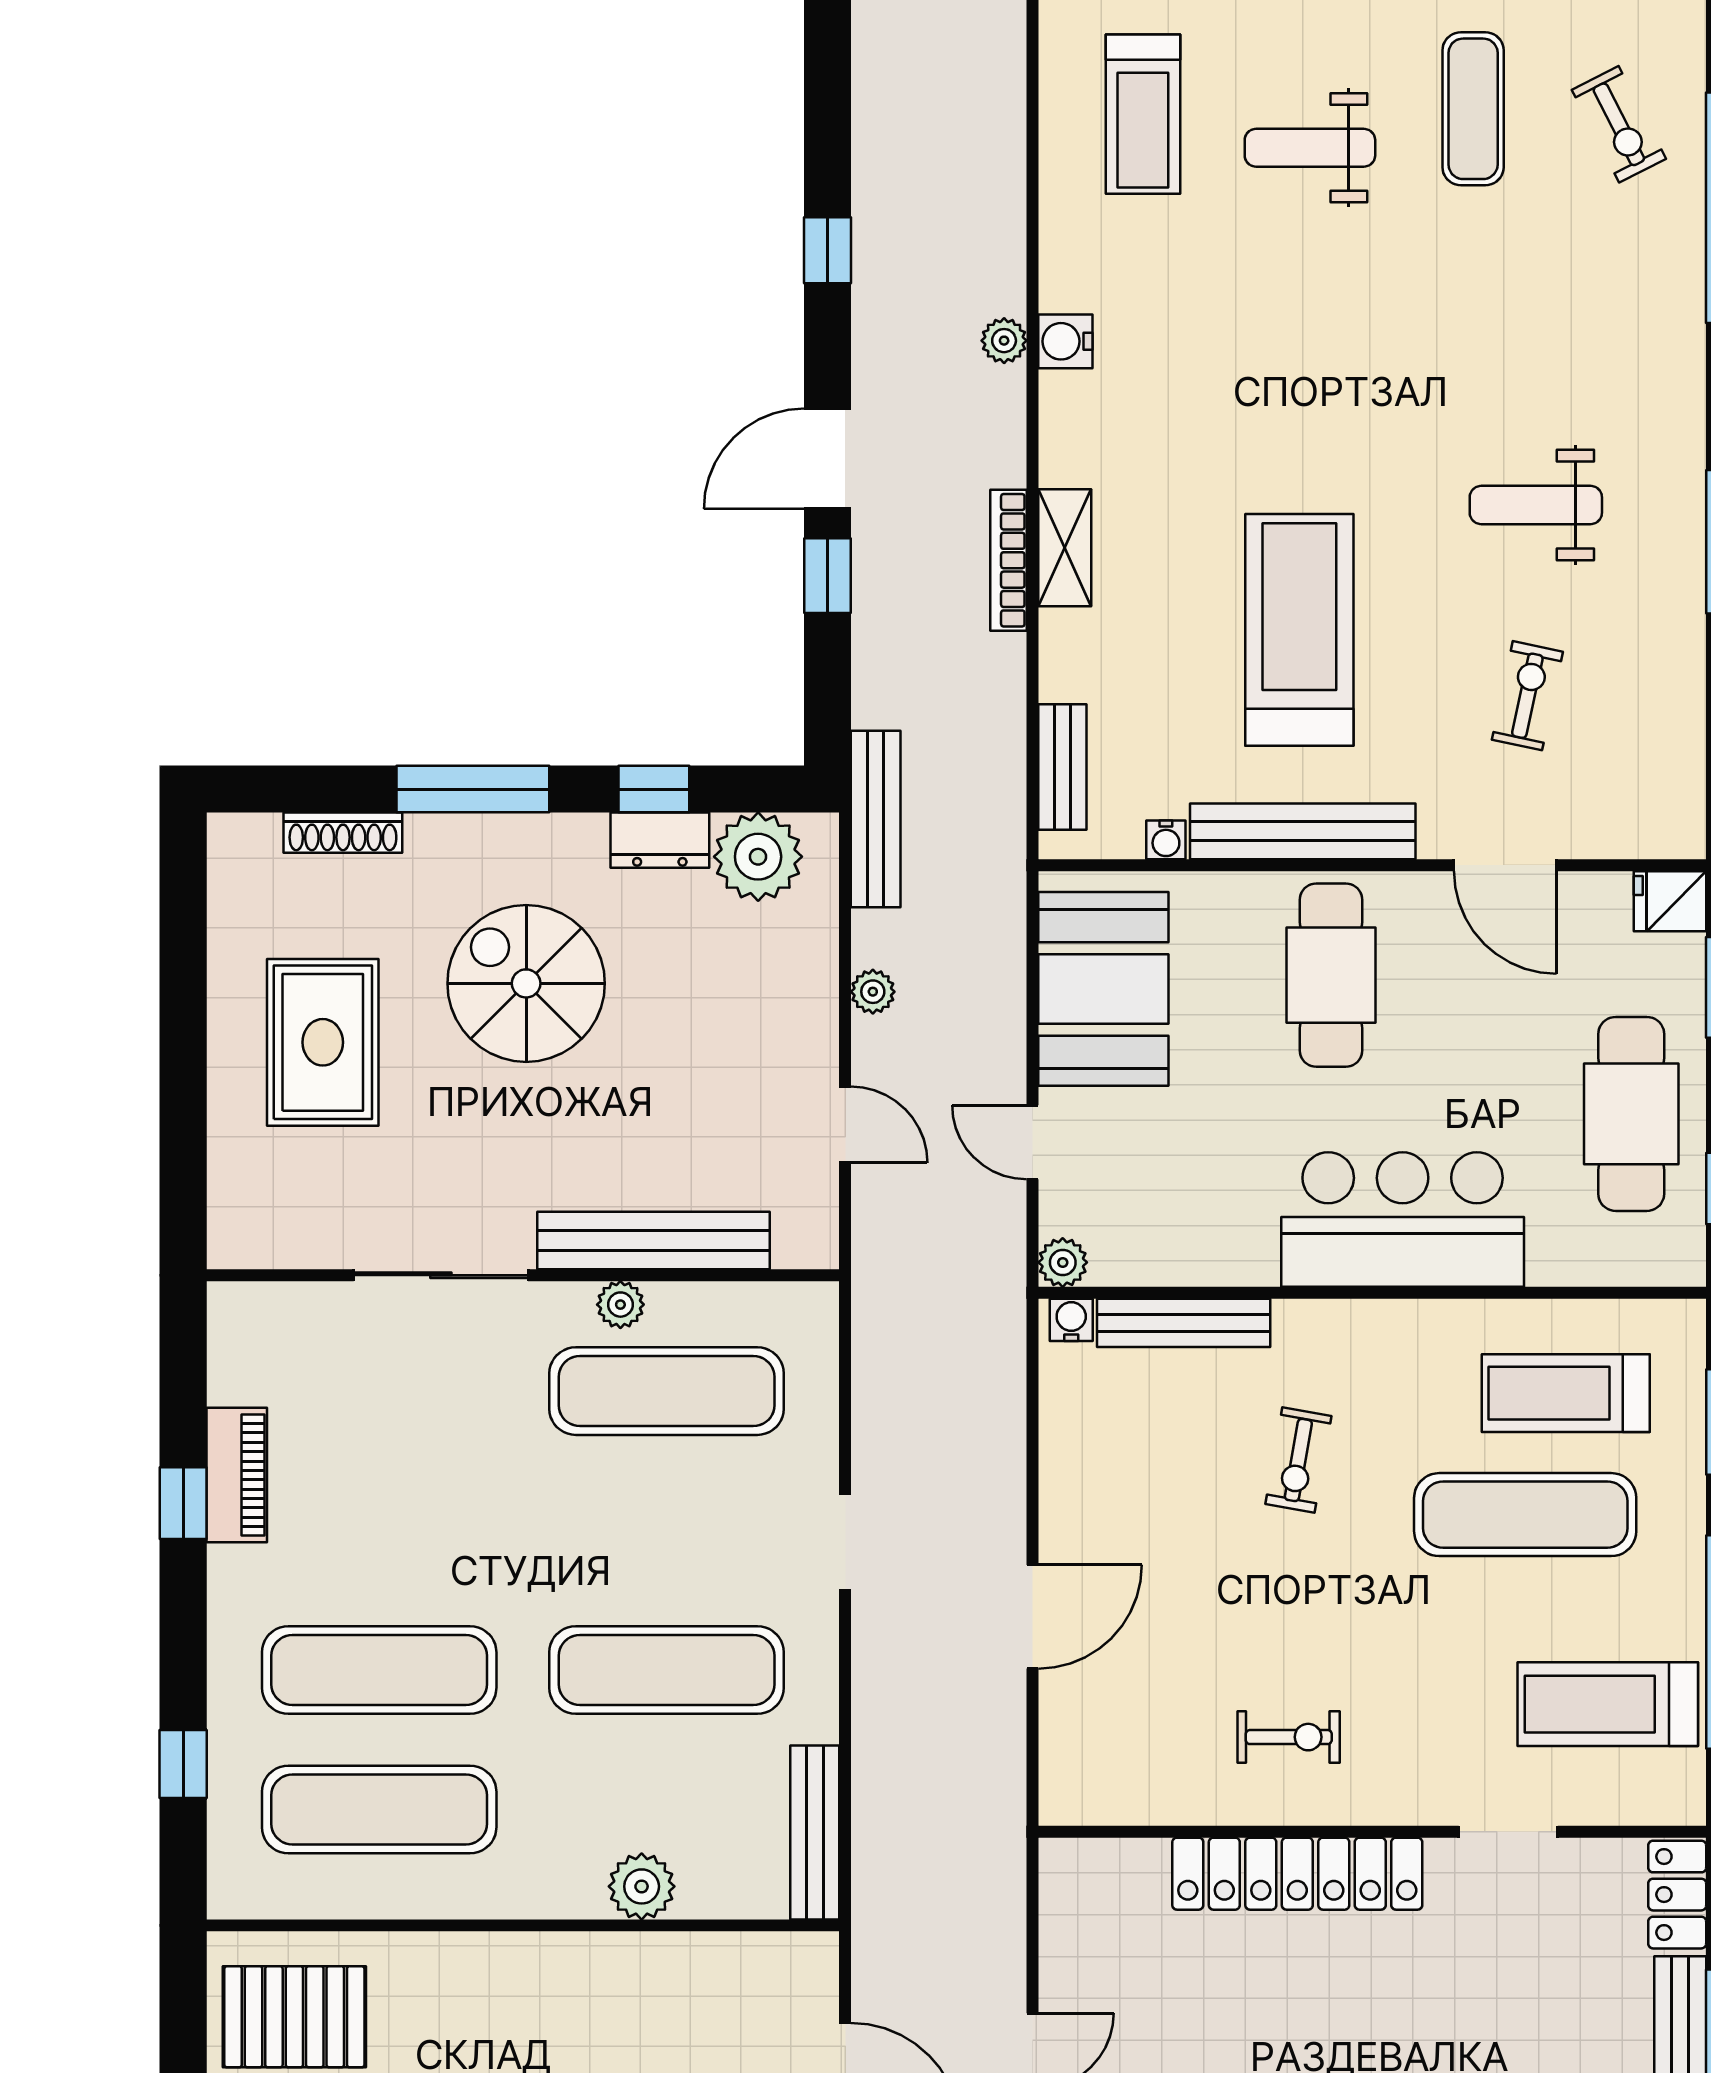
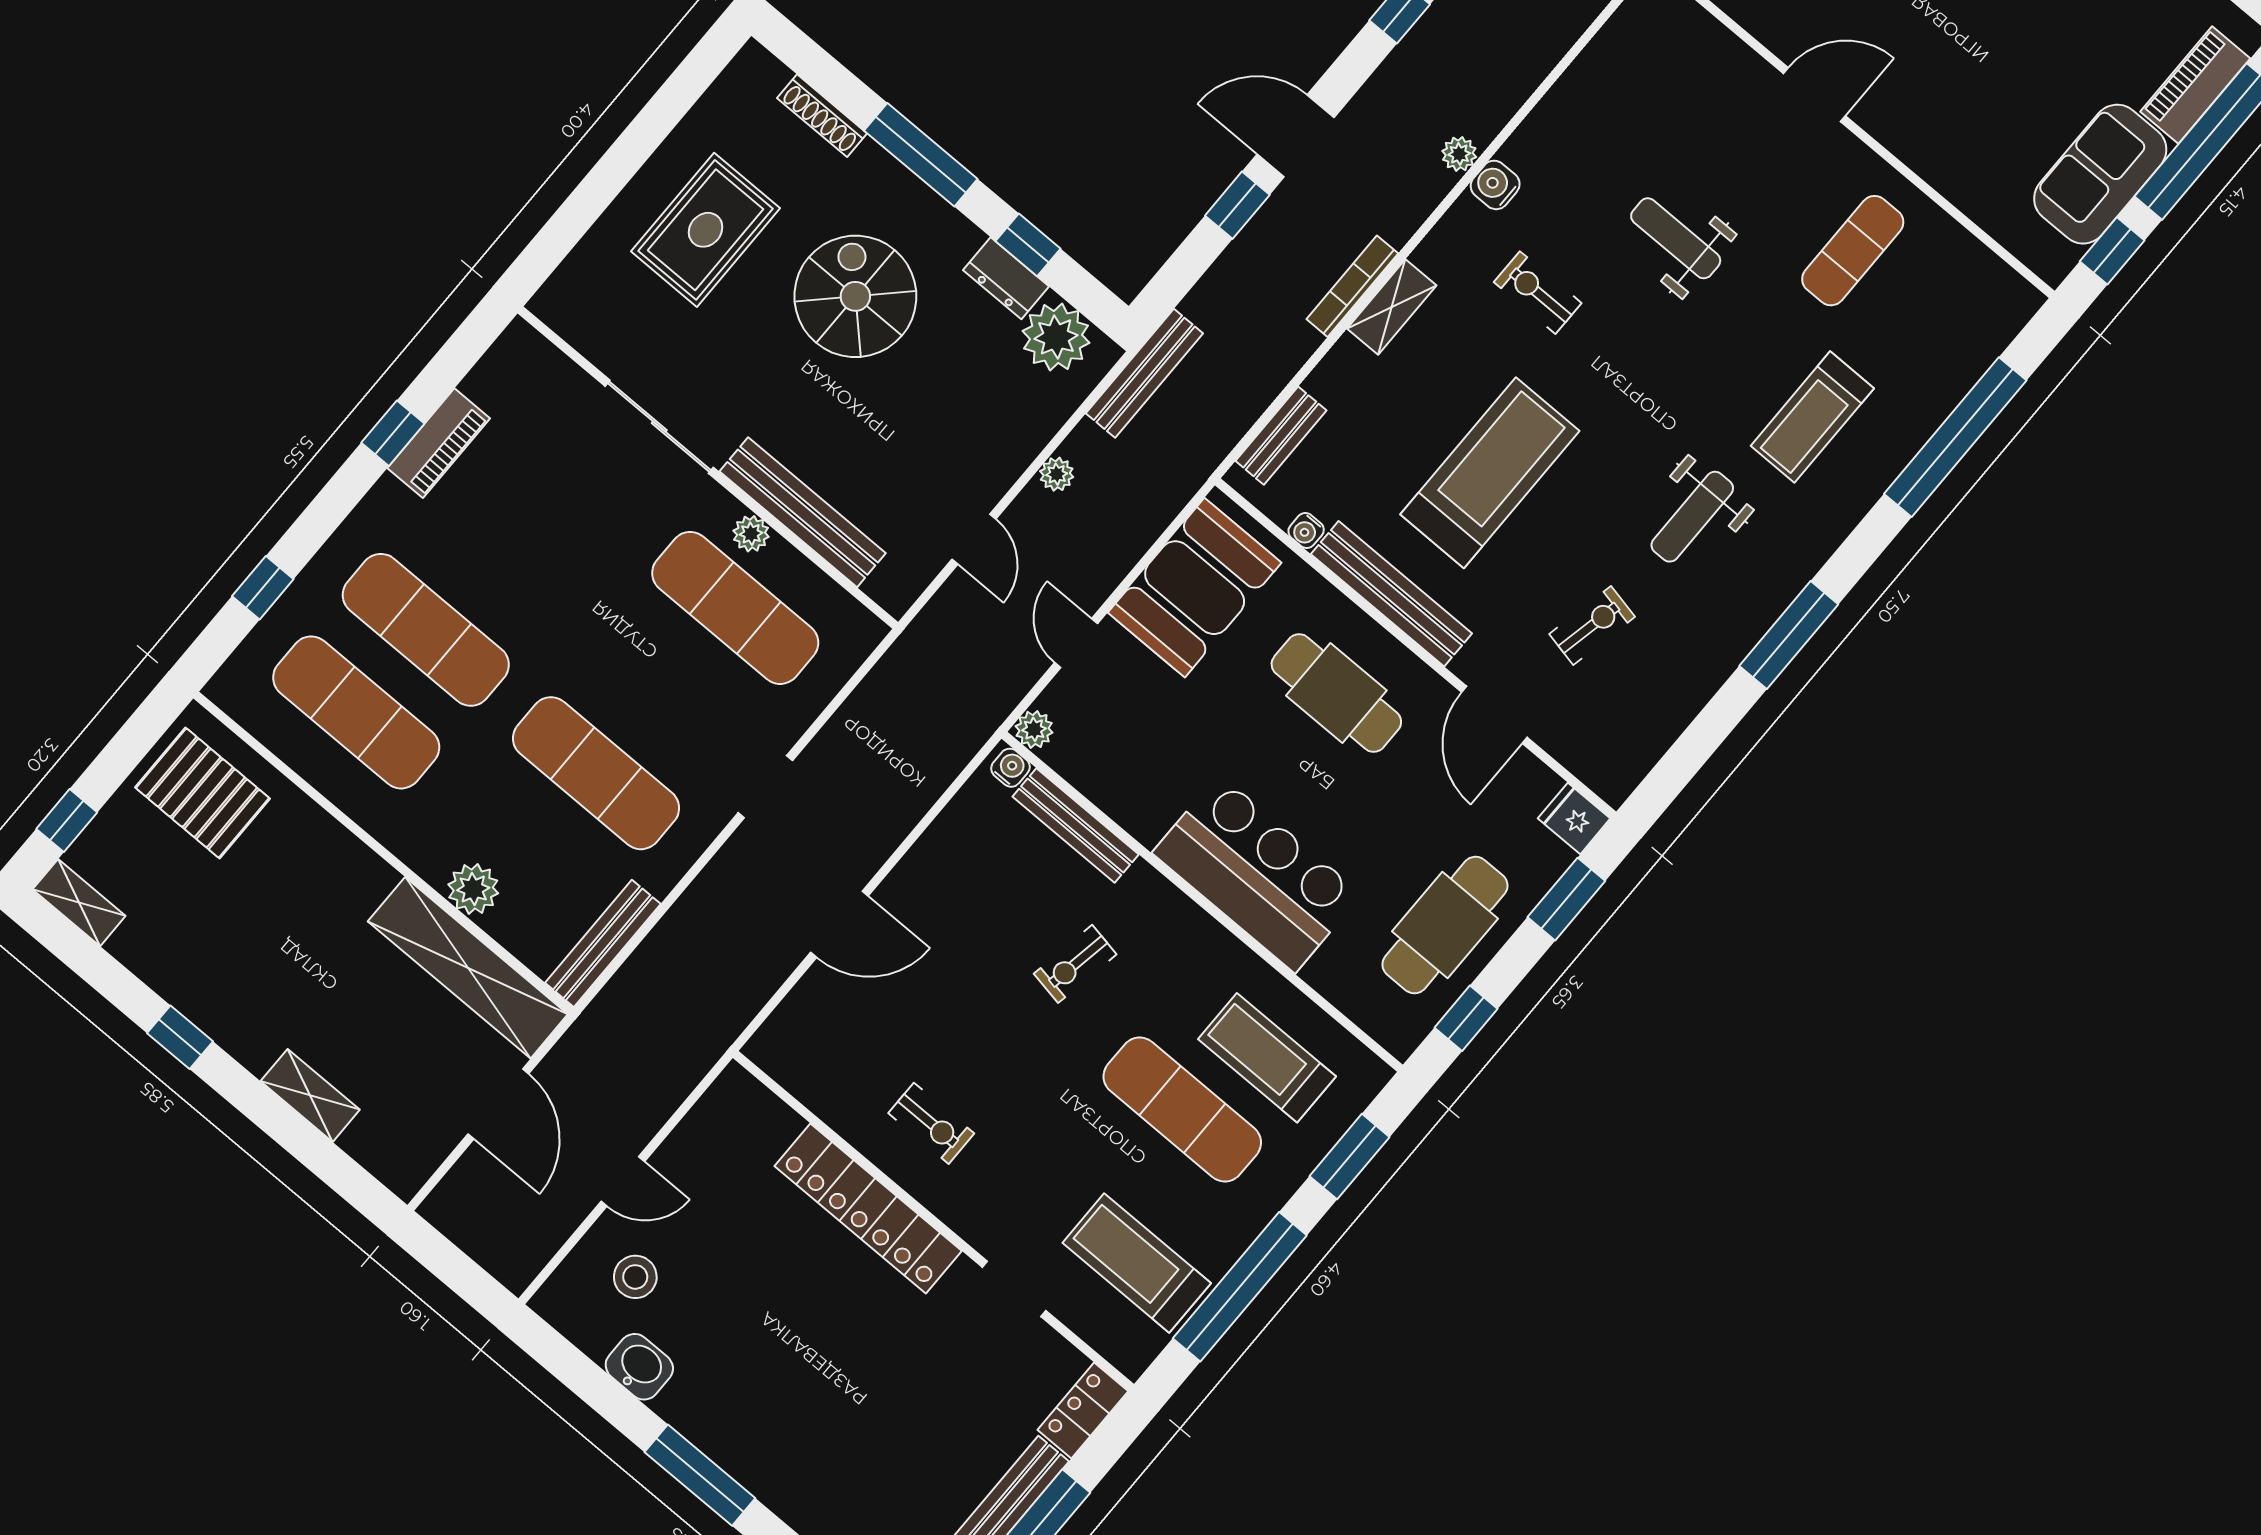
treadmill: (1143, 114) -> (1812, 417), moved
exercise bike: (1619, 124) -> (1538, 293), moved, turned 117
weight bench: (1310, 148) -> (1676, 238), moved
weight bench: (1536, 505) -> (1692, 517), turned -90
cafe table: (1331, 975) -> (1336, 693), turned 90
shelving: (702, 1969) -> (468, 968), added

